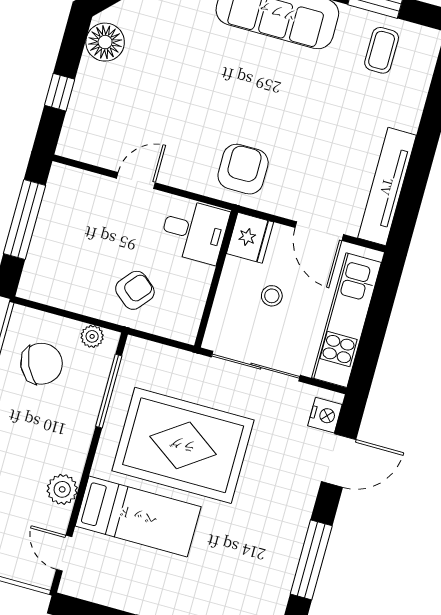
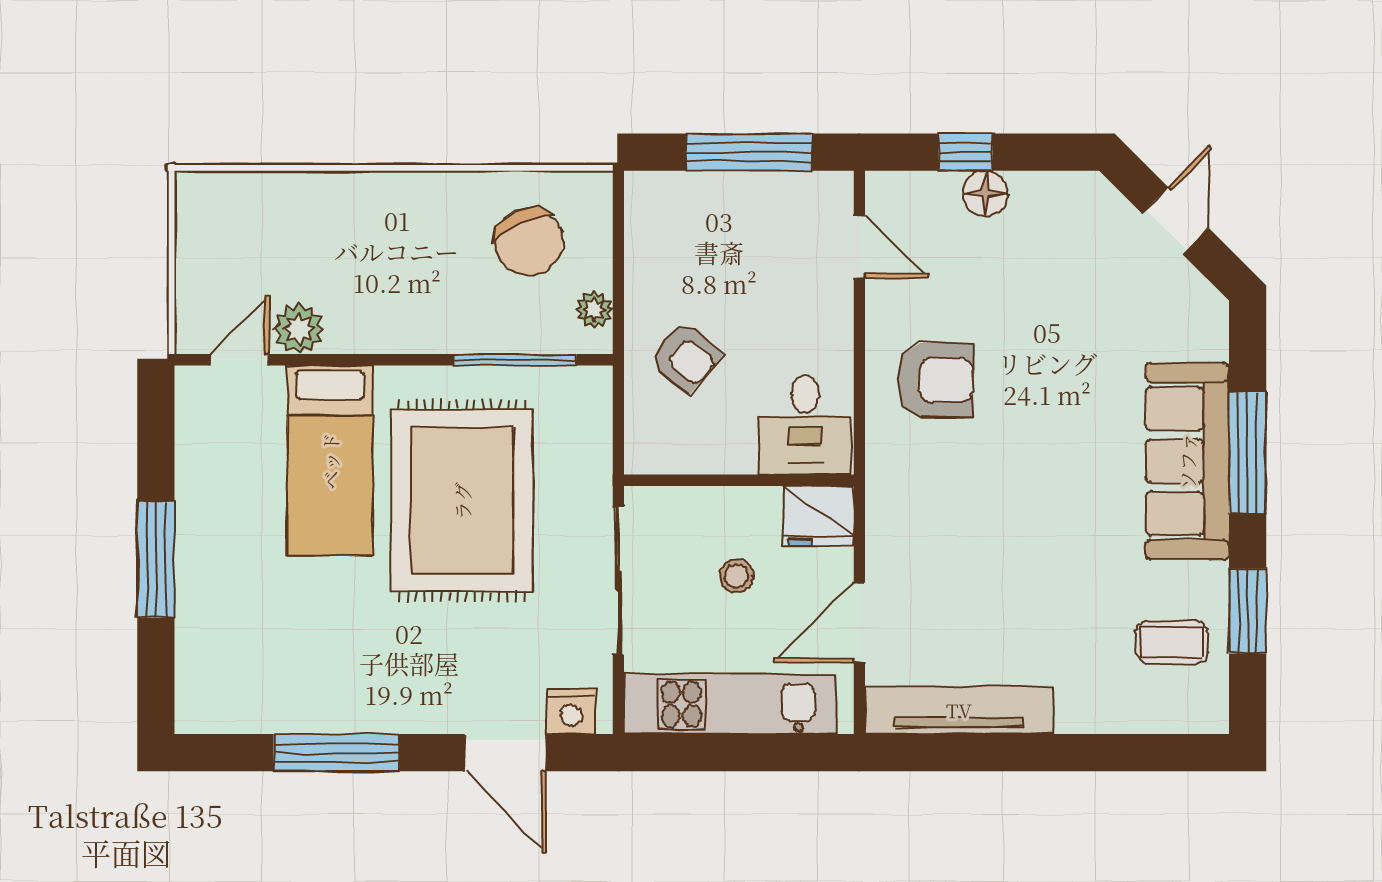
floor lamp: (105, 42) -> (985, 194), moved, width x0.73, depth x0.73
armchair: (243, 169) -> (936, 380), moved
door: (136, 181) -> (859, 246), moved
plant: (62, 489) -> (299, 329), moved

